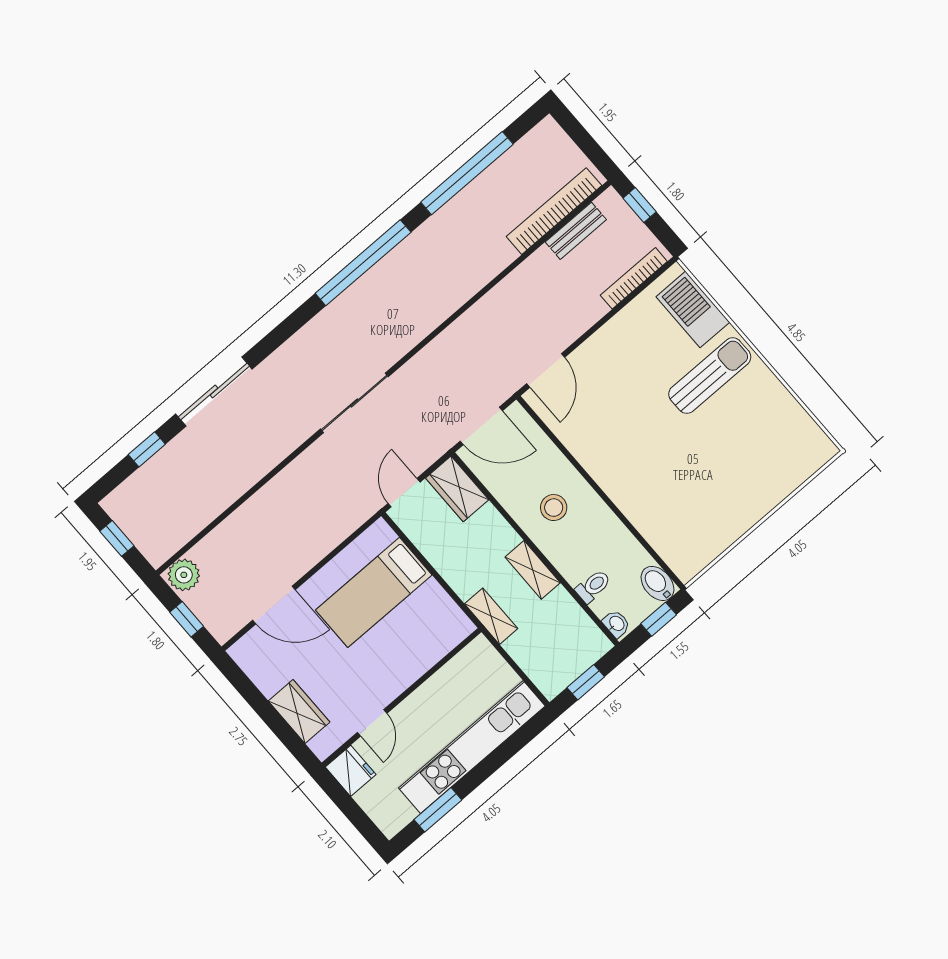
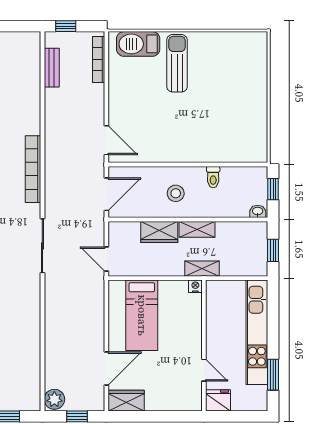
bookcase: (554, 211) -> (33, 169), moved
wardrobe: (457, 489) -> (159, 232), moved
bidet: (657, 583) -> (255, 175), removed
toilet: (593, 586) -> (213, 177), moved, turned 180
nightstand: (463, 626) -> (195, 286), added
wardrobe: (299, 712) -> (126, 401), moved

